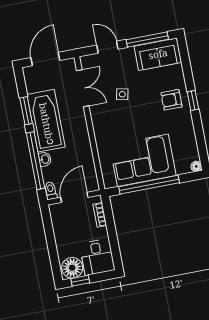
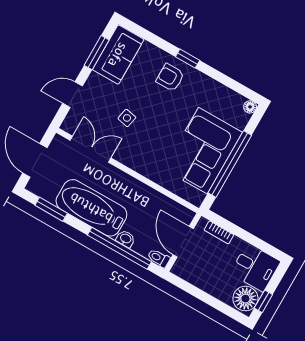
window: (147, 40) -> (97, 53), width x0.69
armchair: (171, 100) -> (170, 78), turned 90
window: (26, 111) -> (51, 209), moved

